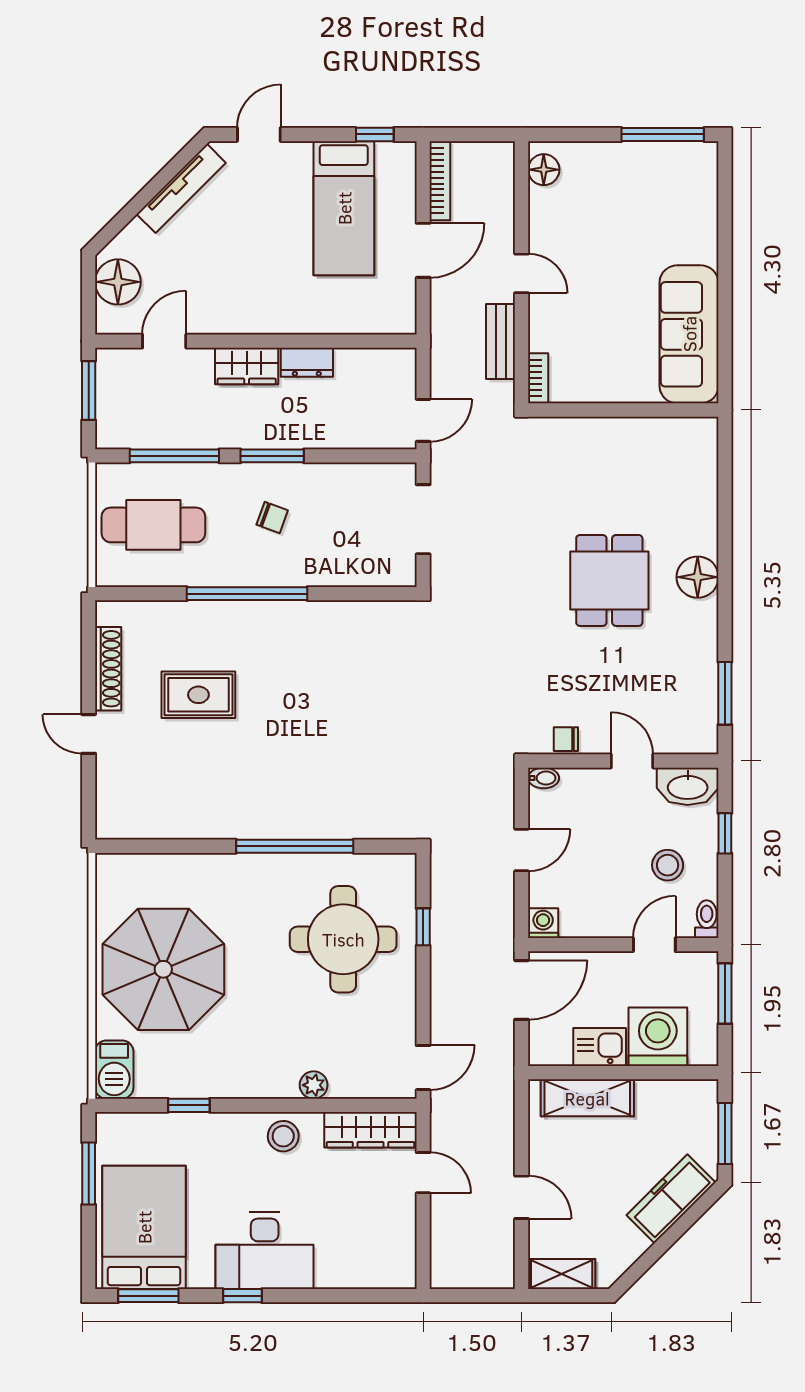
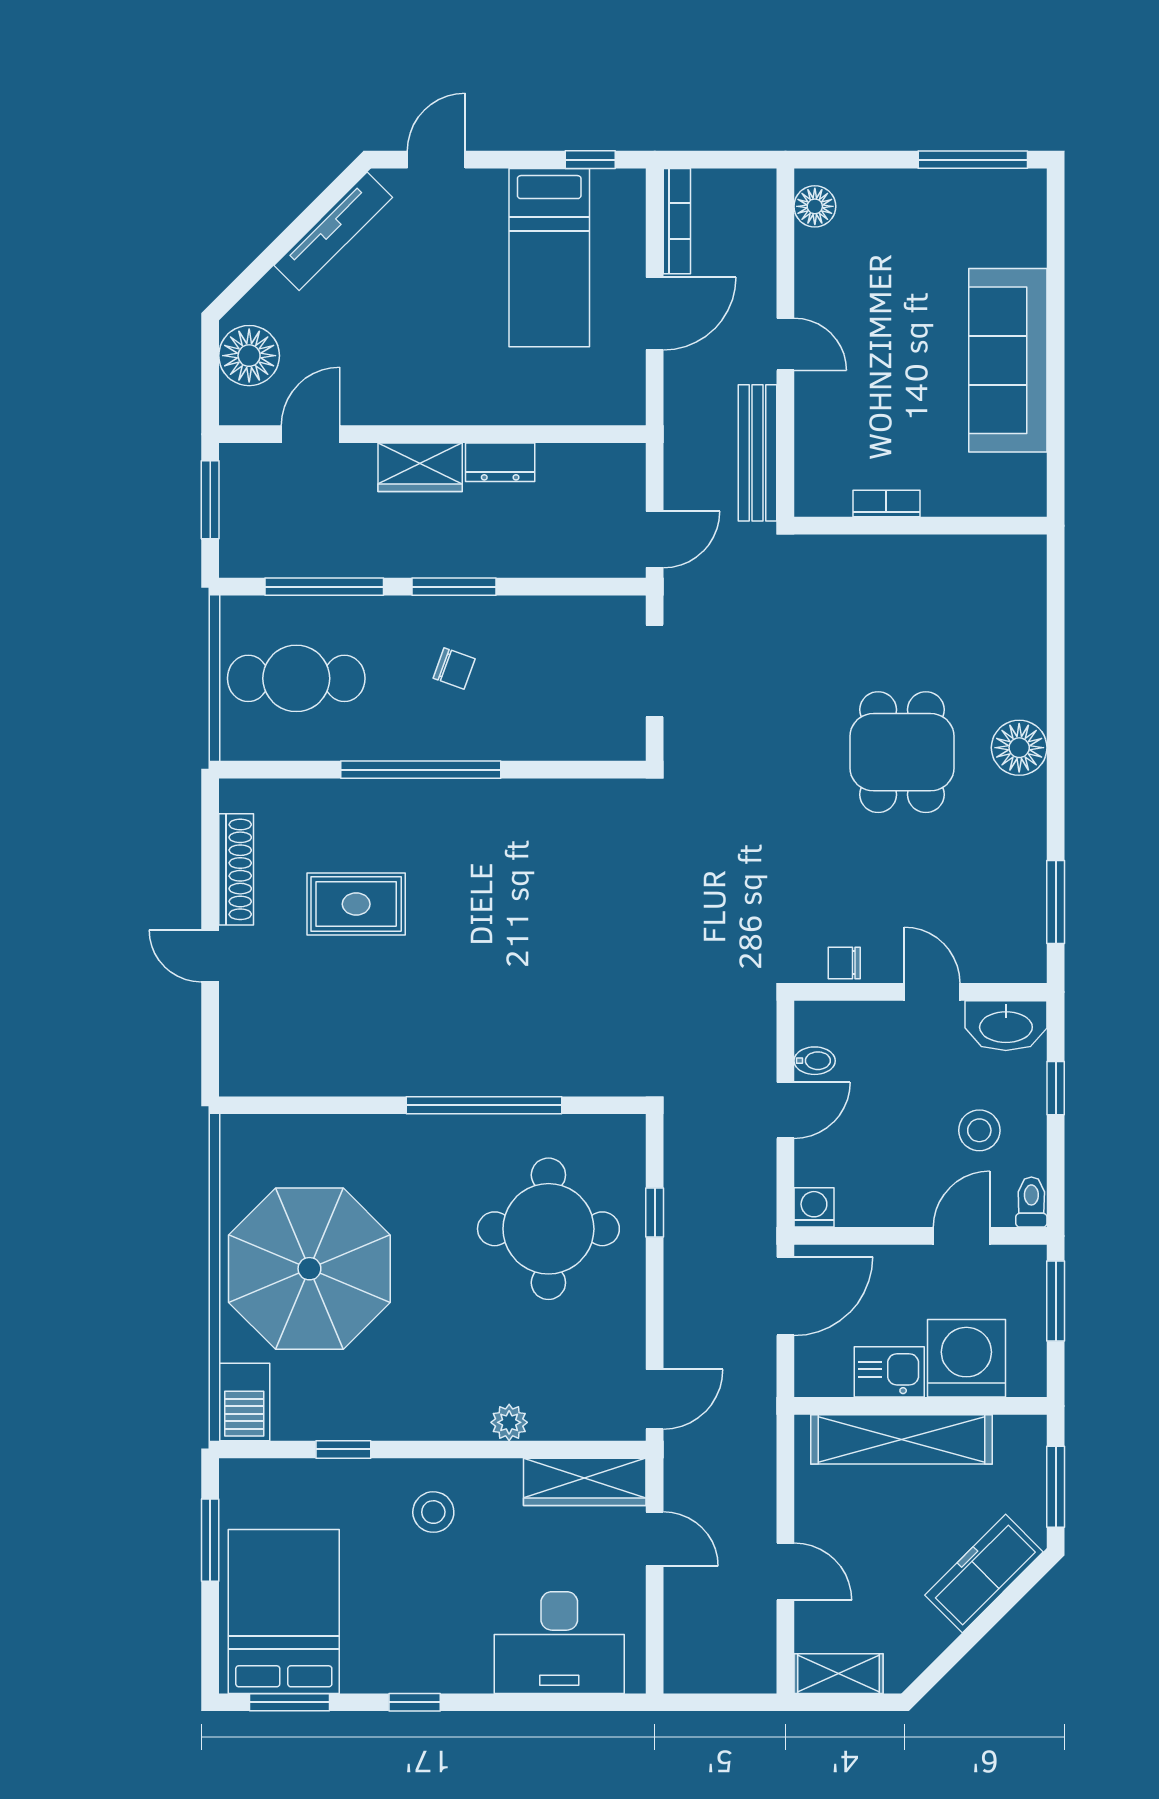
sofa: (689, 334) -> (1008, 360), moved
bench: (501, 342) -> (758, 453), width x1.36
bookcase: (538, 378) -> (886, 504), moved, turned -90
bidet: (544, 778) -> (815, 1061), moved
shelving: (587, 1098) -> (901, 1439), width x1.47
stool: (283, 1136) -> (433, 1512), moved
desk: (265, 1251) -> (559, 1643), moved

